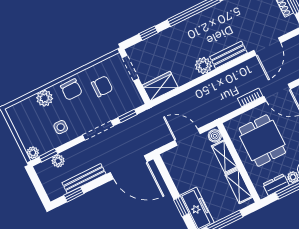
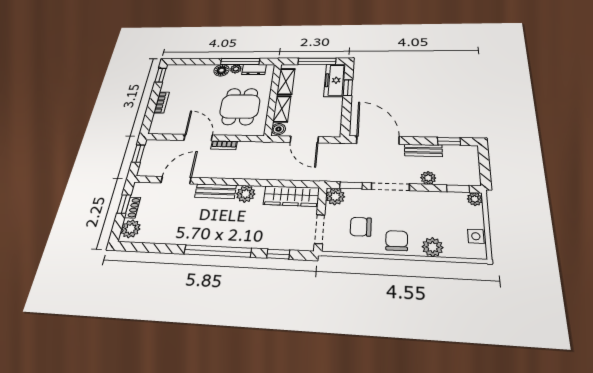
wardrobe: (160, 86) -> (291, 196), width x1.50
plant: (134, 100) -> (335, 197), added
side table: (61, 127) -> (476, 236), moved
plant: (58, 161) -> (428, 178), moved
bench: (84, 178) -> (423, 150), width x0.73

